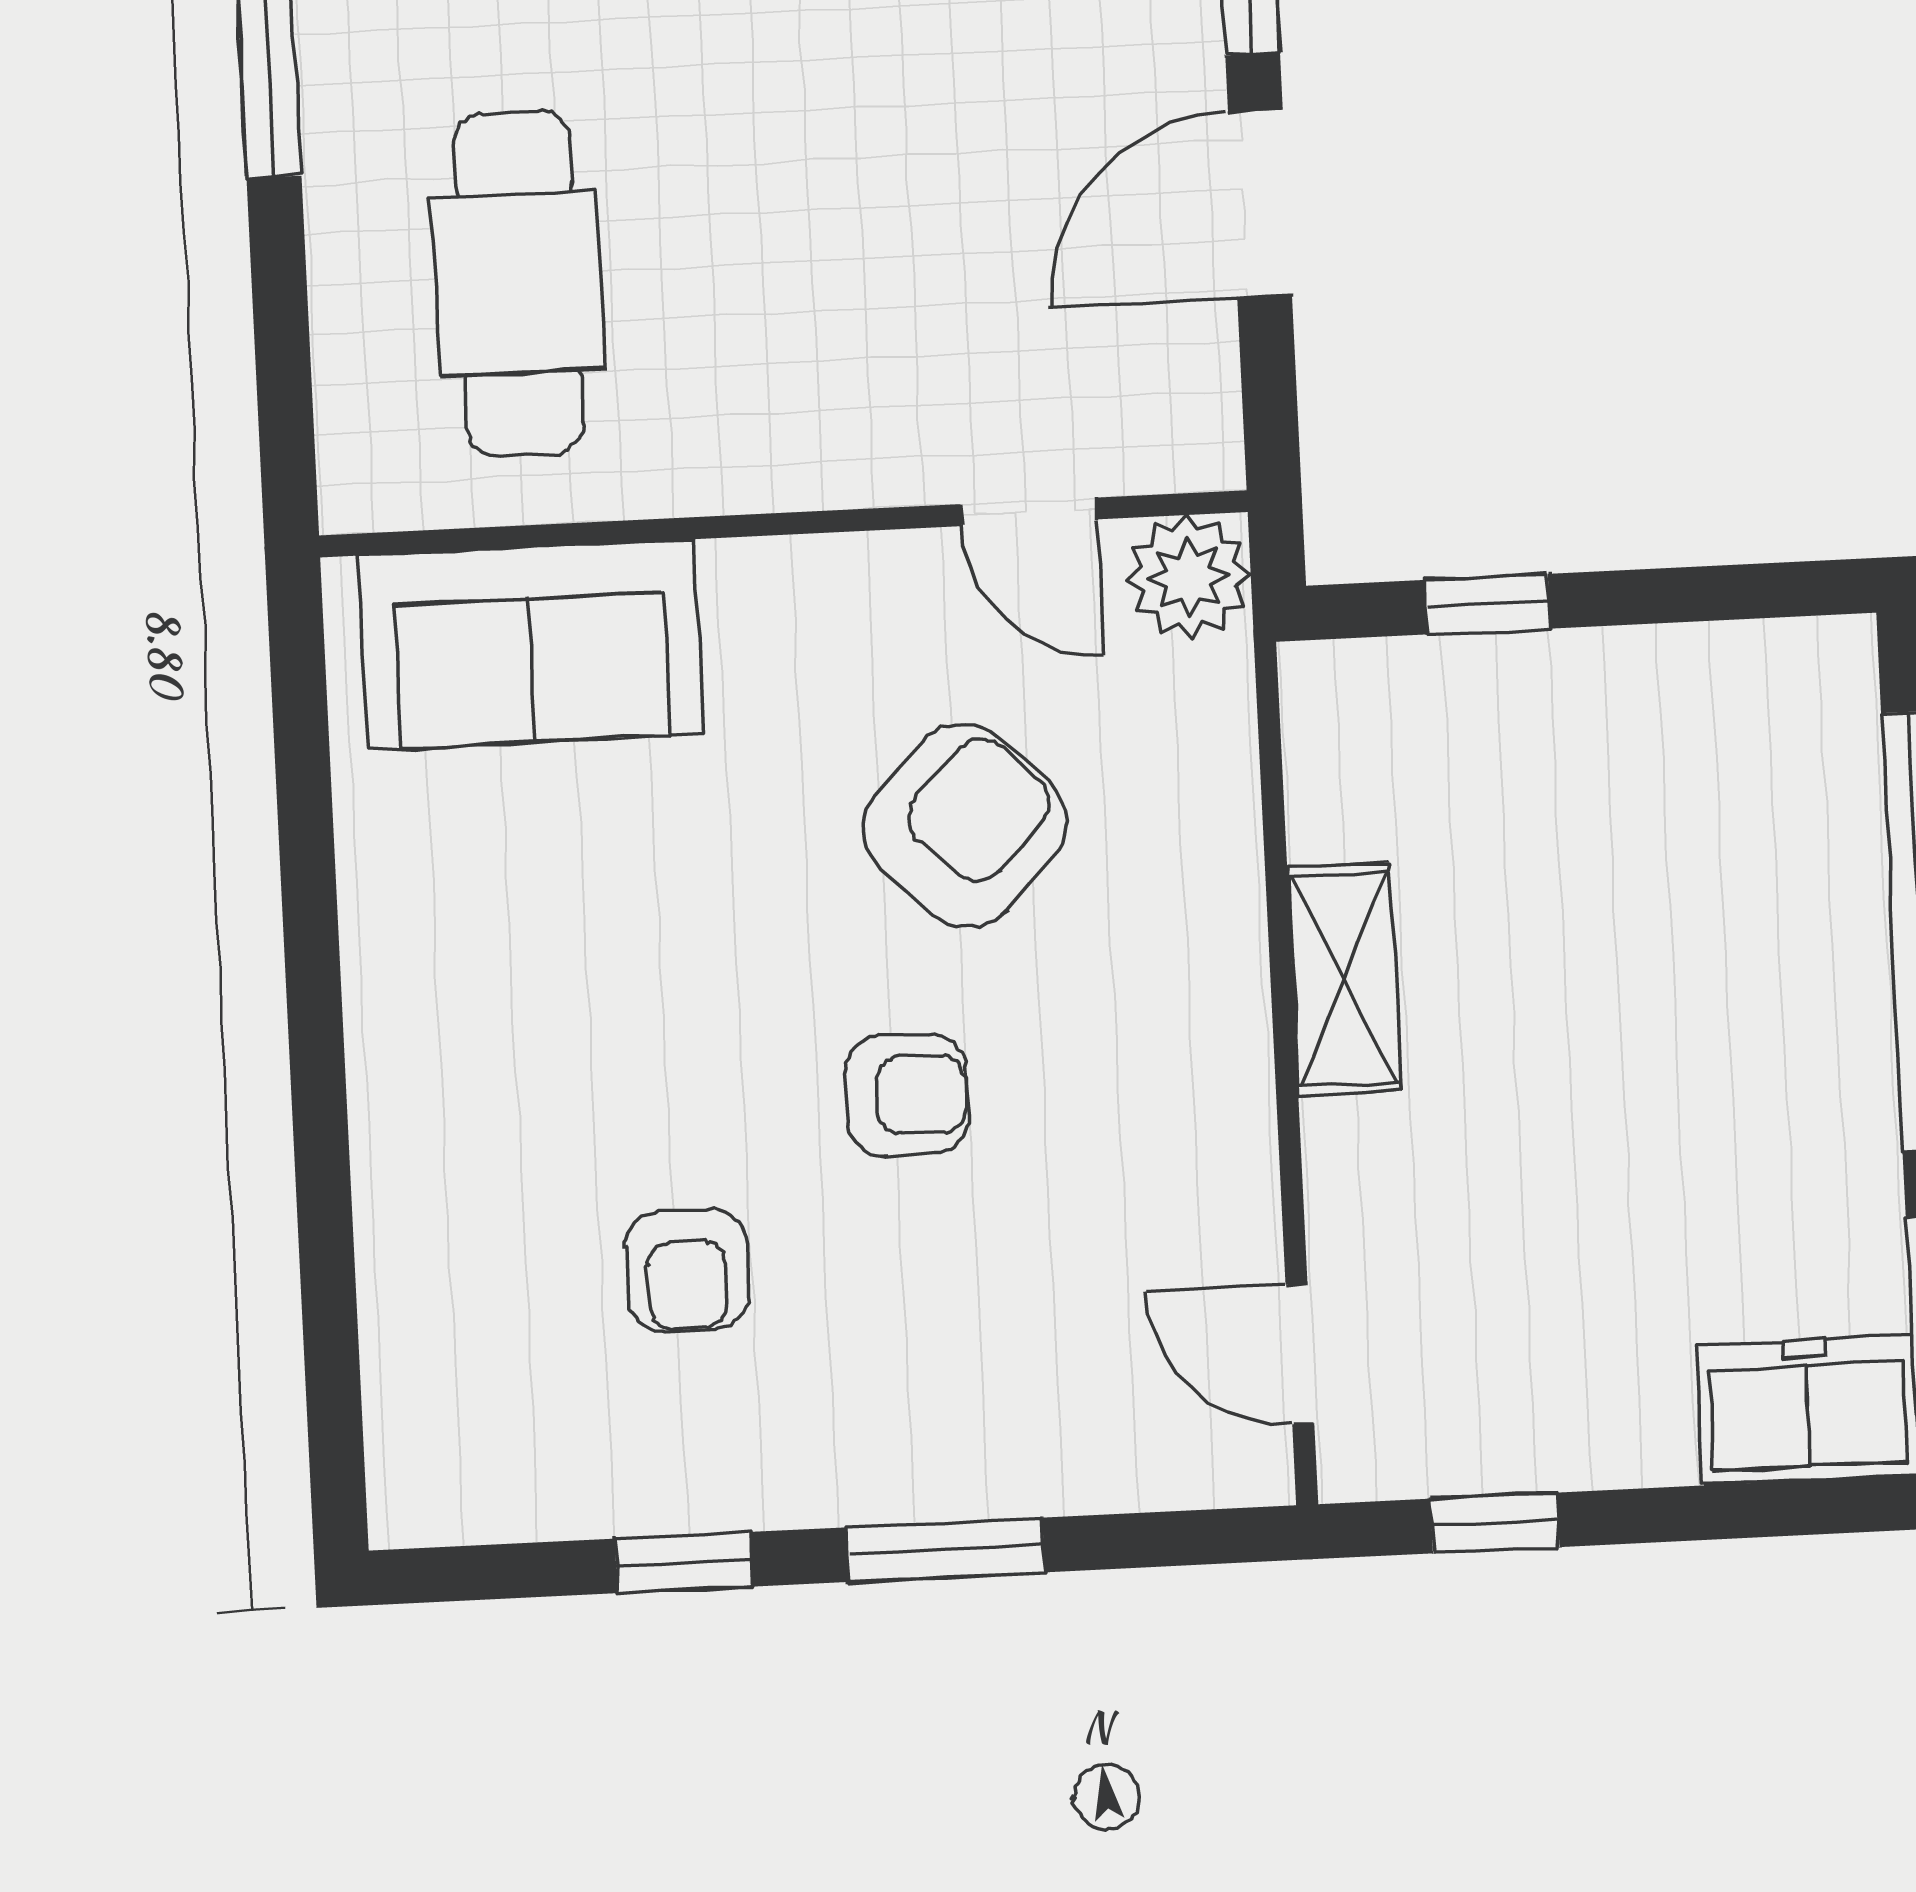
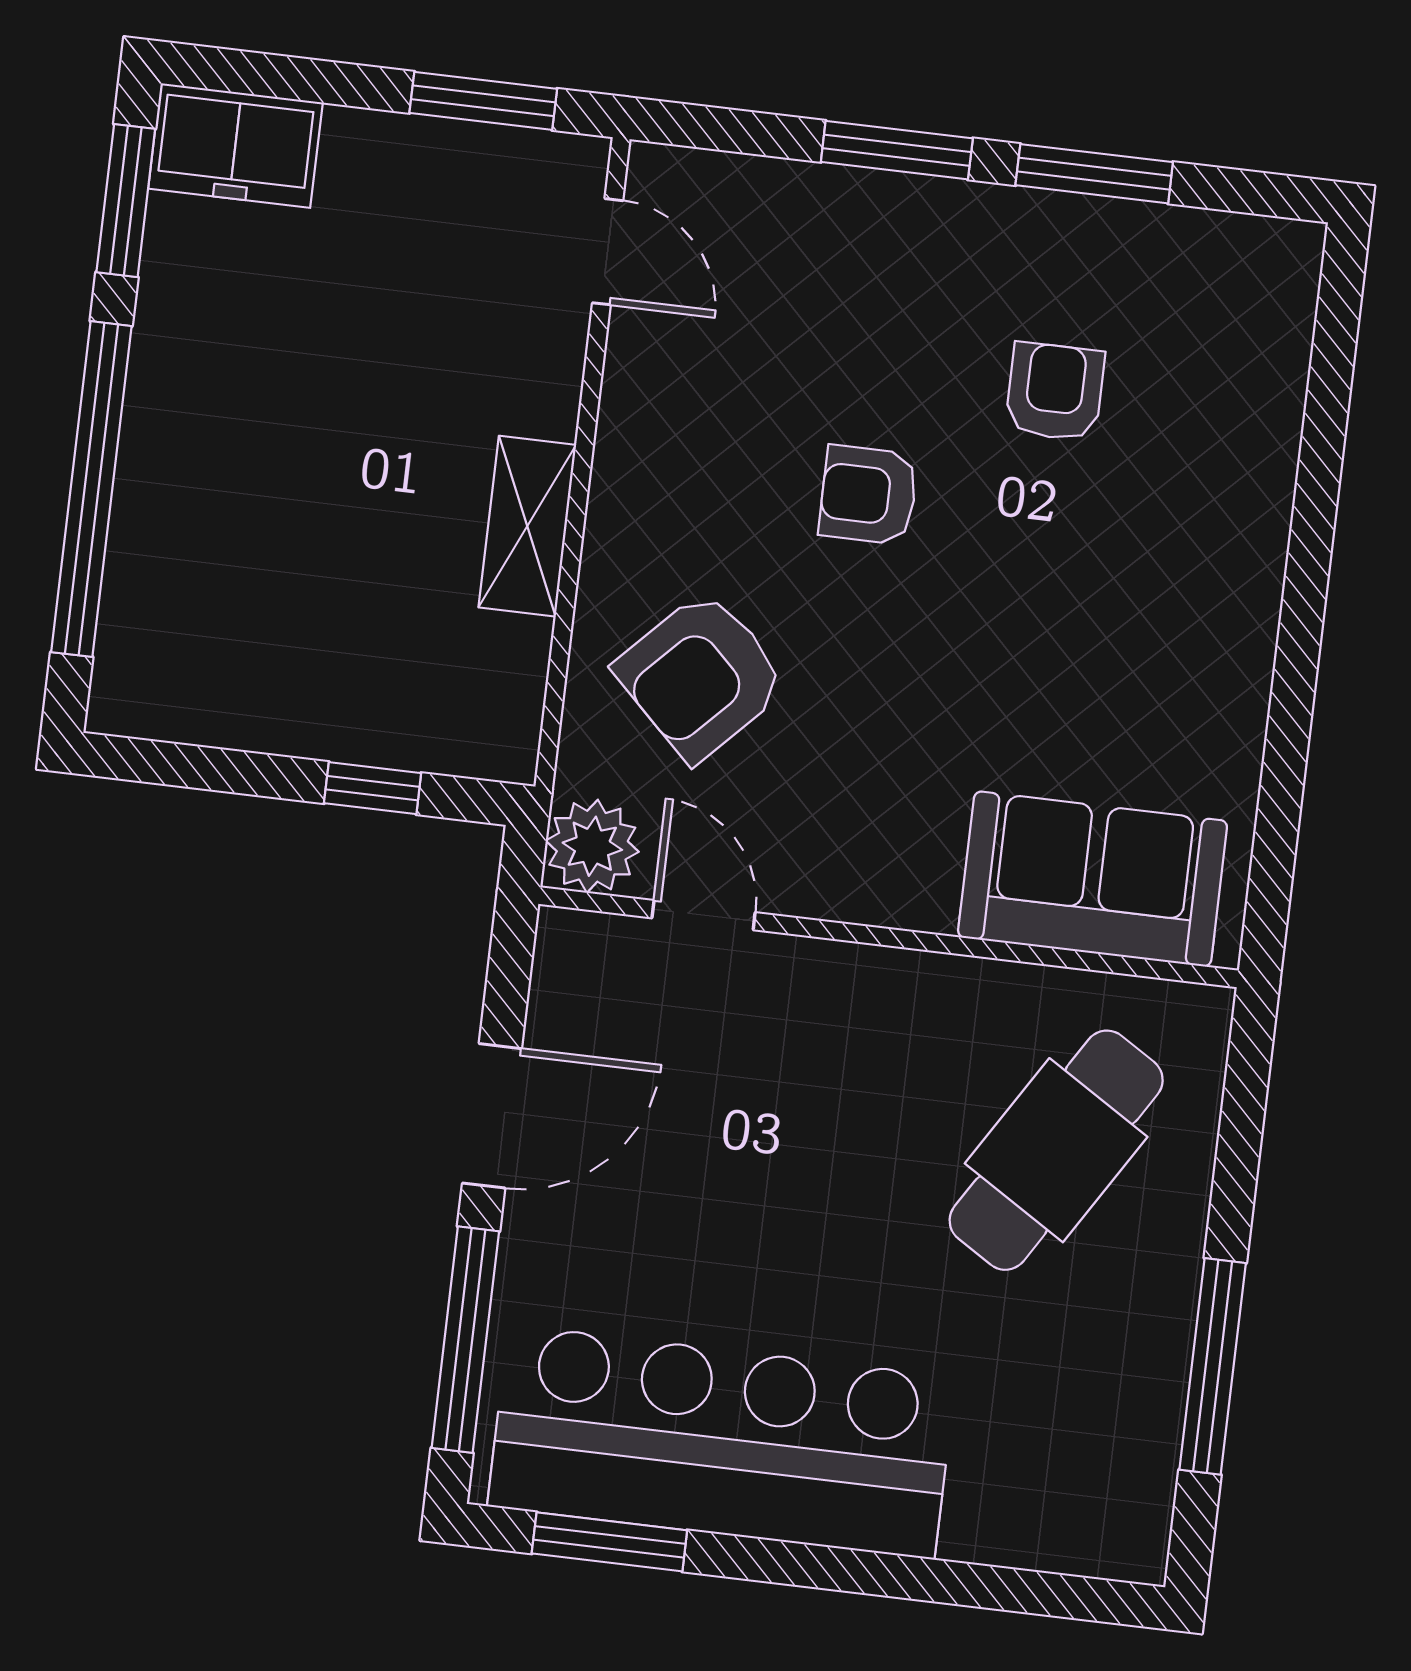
cafe table: (518, 283) -> (1056, 1150), turned 32
armchair: (965, 826) -> (701, 676), moved
window: (1495, 1523) -> (483, 101), width x1.50
window: (684, 1563) -> (1094, 174), width x1.50

